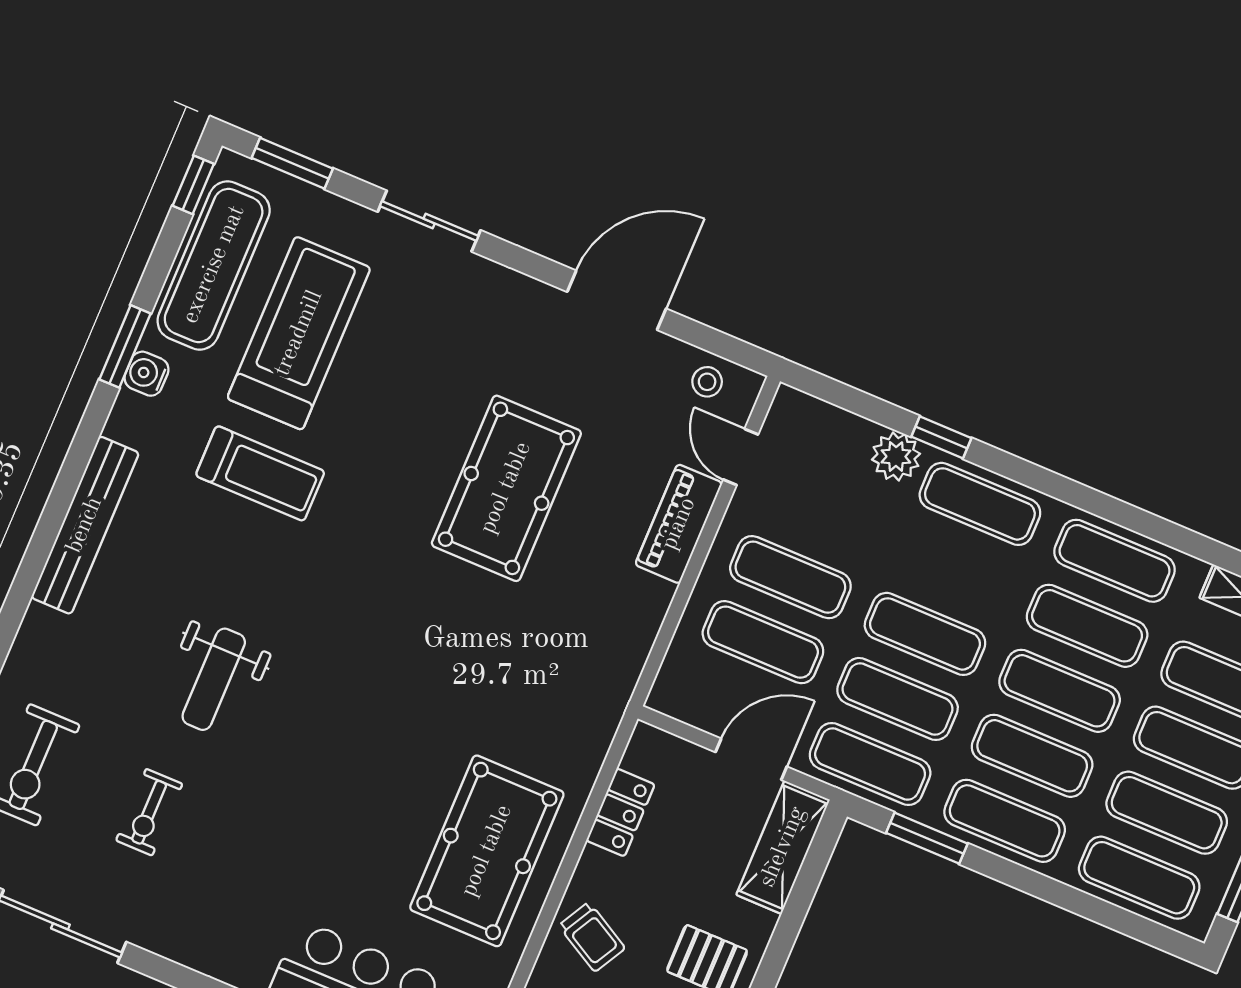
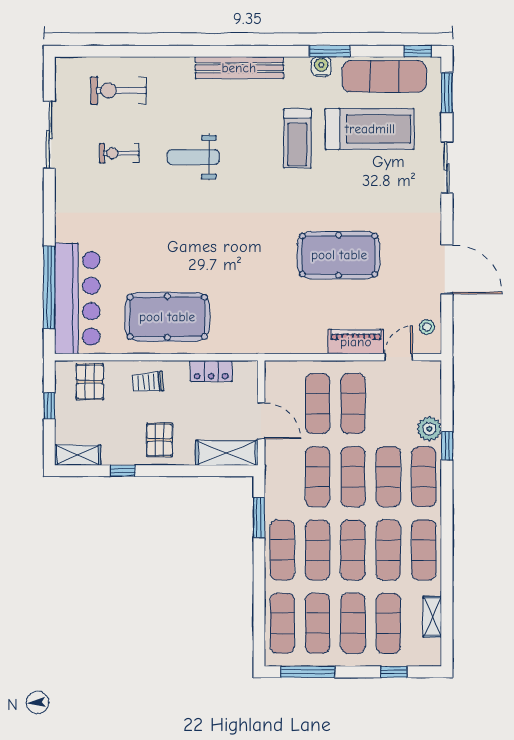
exercise mat: (870, 764) -> (388, 477), moved
trolley: (592, 937) -> (148, 382), turned 56

